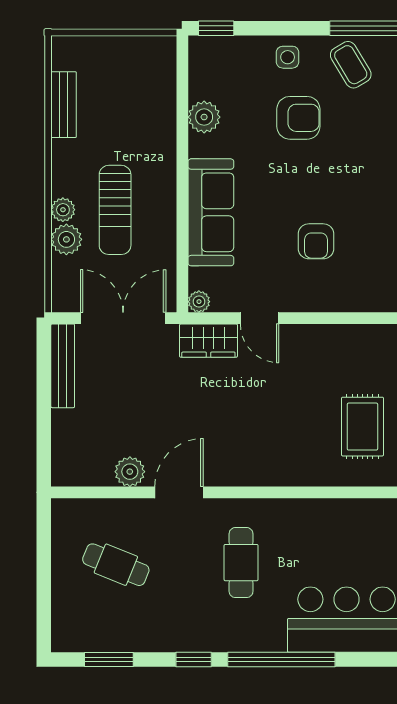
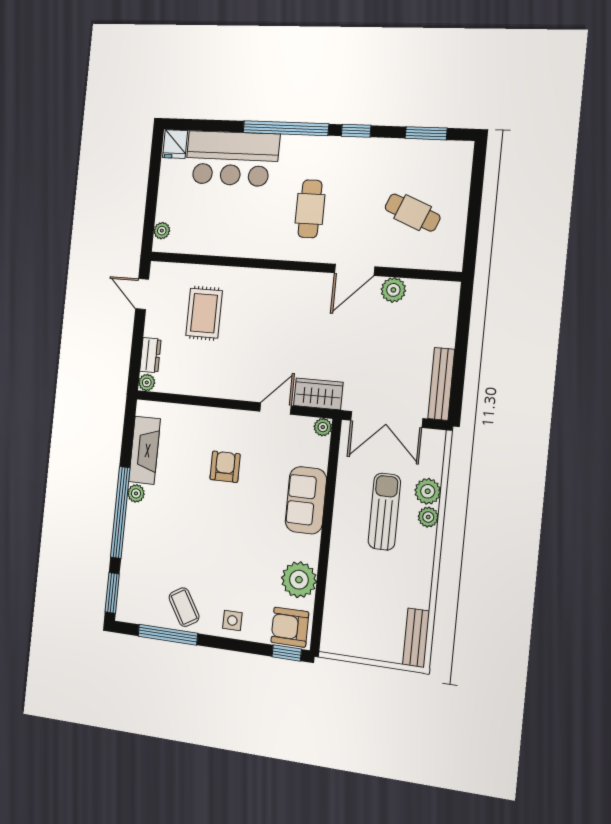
bench: (64, 105) -> (416, 638), moved
plant: (204, 117) -> (299, 580), width x1.36, depth x1.36
armchair: (298, 118) -> (290, 627), moved
sofa: (211, 212) -> (306, 500), width x0.73
door: (260, 318) -> (276, 408), hinge flipped

